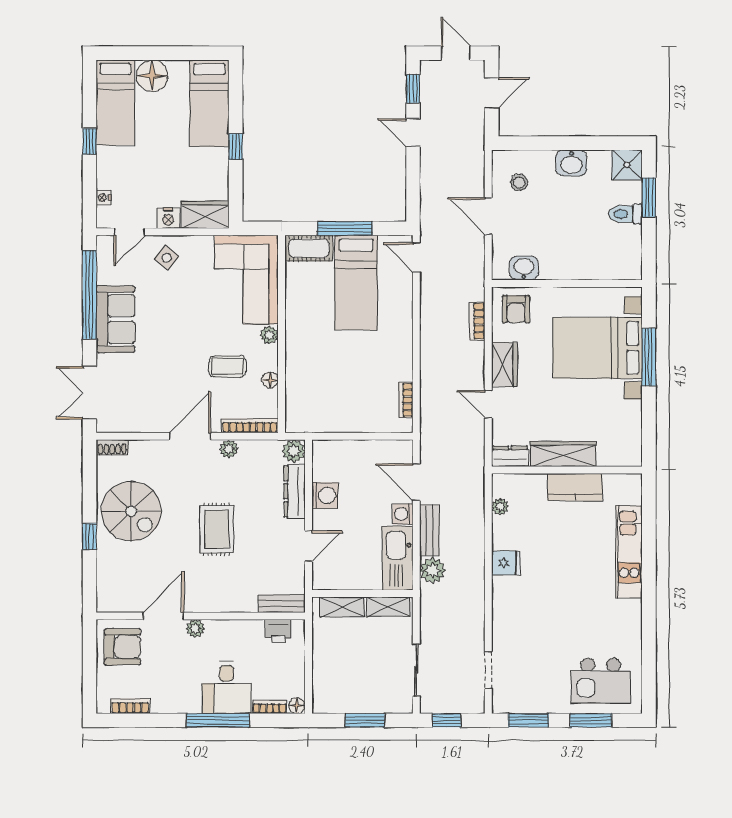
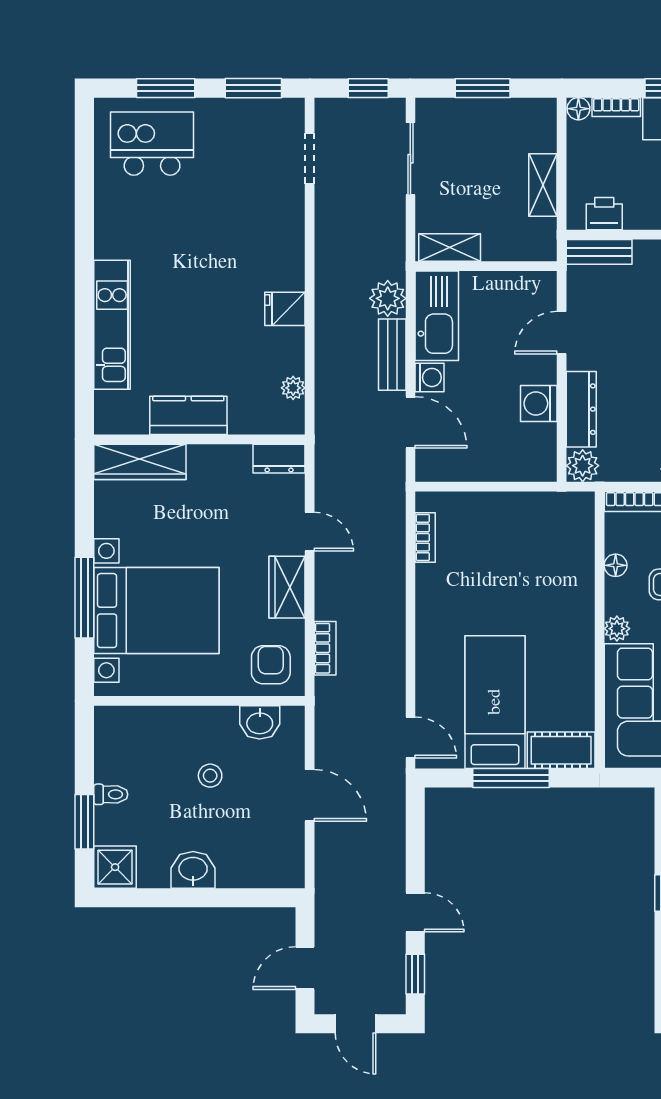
stool: (519, 183) -> (210, 776), moved
toilet: (625, 214) -> (111, 794), width x0.73, depth x0.72
wardrobe: (563, 454) -> (140, 462), moved
shelving: (342, 607) -> (543, 185), moved, turned 90

